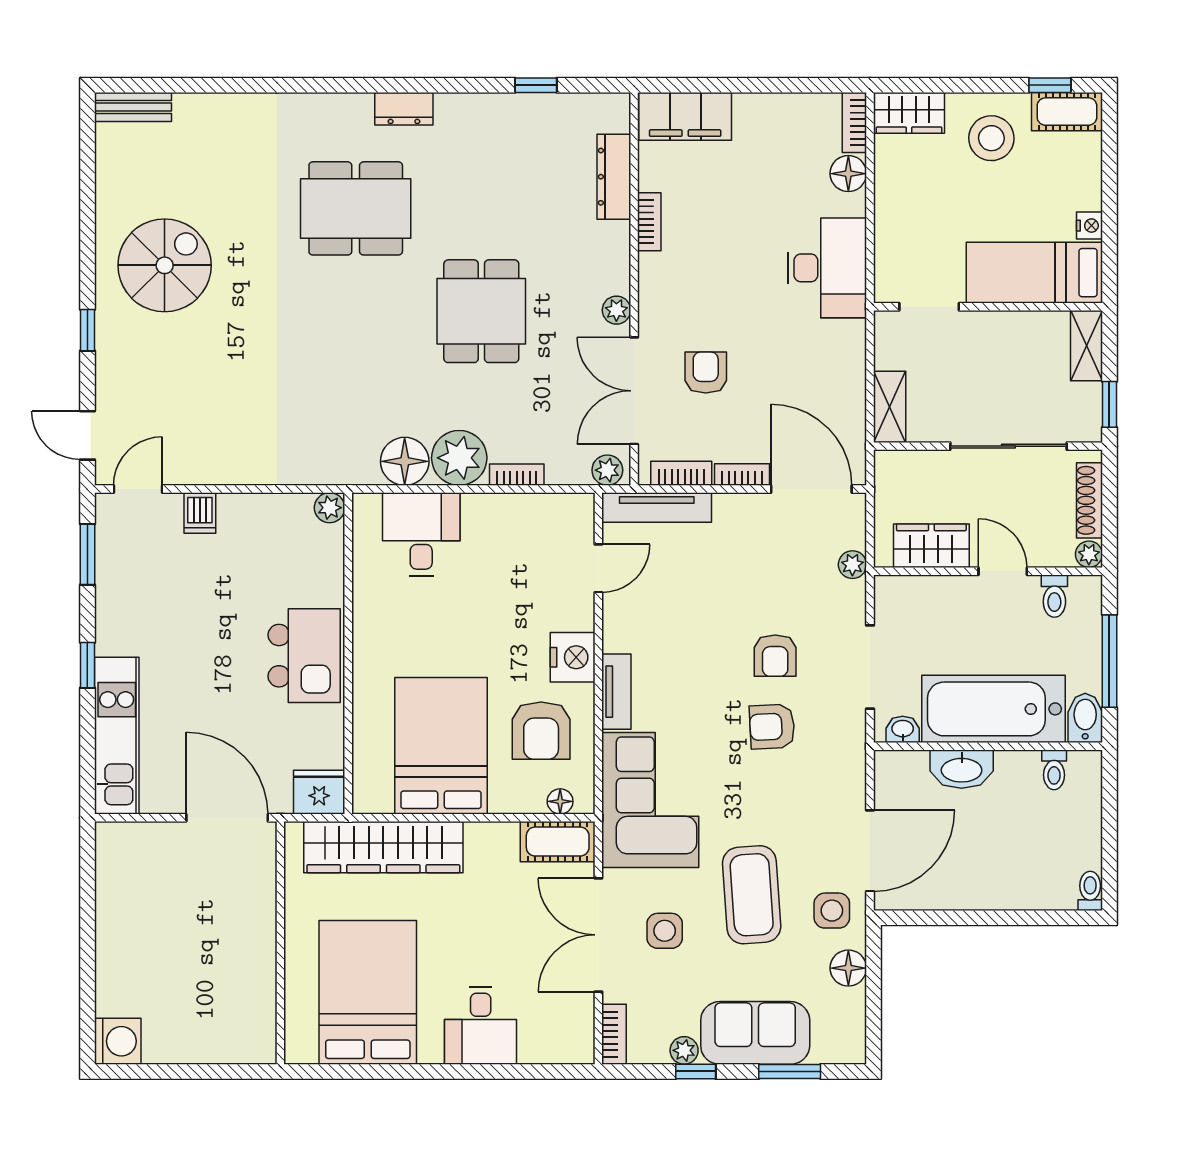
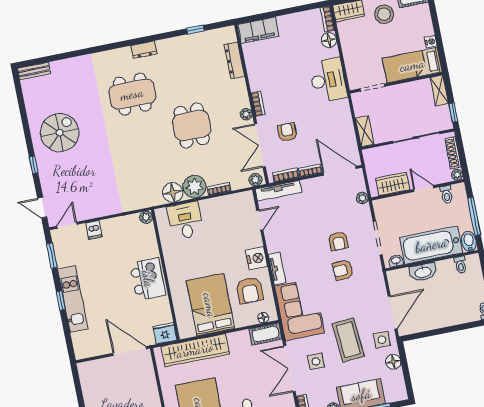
bookcase: (649, 222) -> (258, 104), moved
kitchen unit: (117, 736) -> (73, 299), moved

